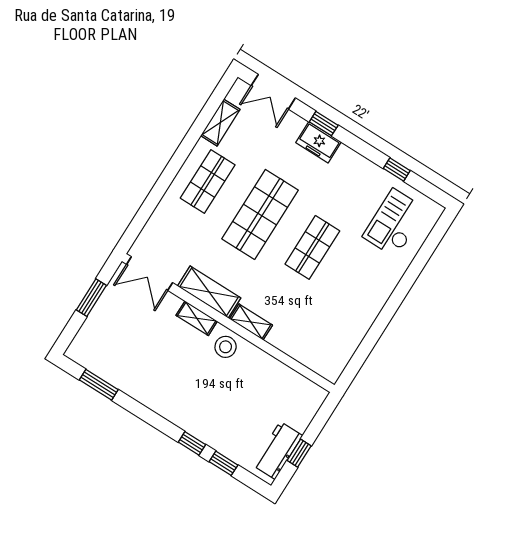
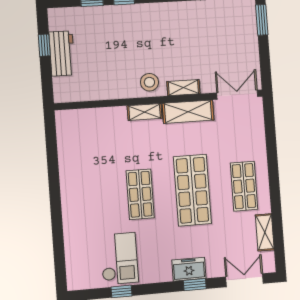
checkout: (394, 223) -> (119, 259), moved
window: (91, 298) -> (262, 20), moved
workbench: (278, 450) -> (62, 53), moved

